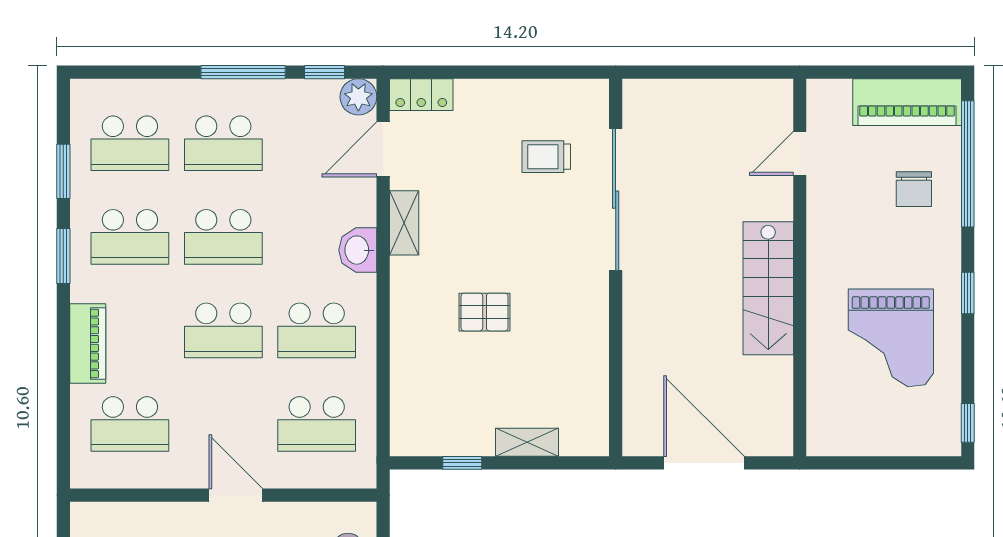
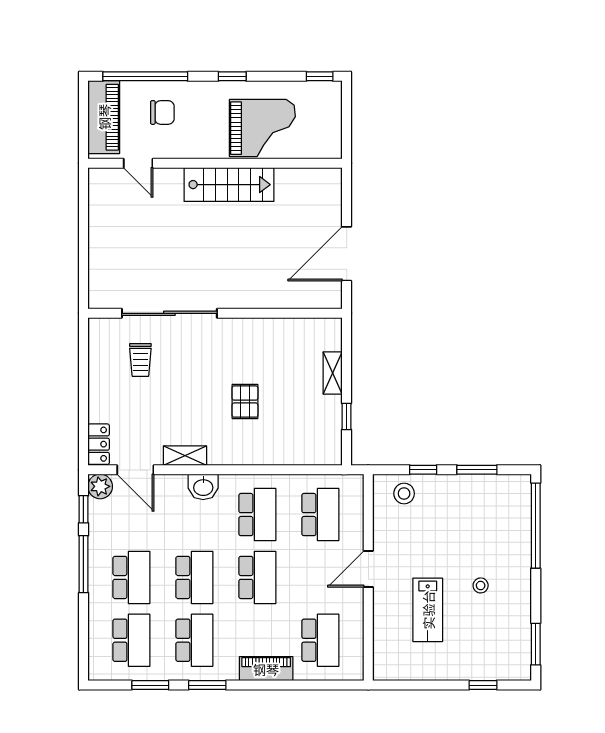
door: (800, 153) -> (138, 163), moved
wall: (800, 267) -> (215, 163), moved
stairs: (768, 288) -> (229, 185), moved

